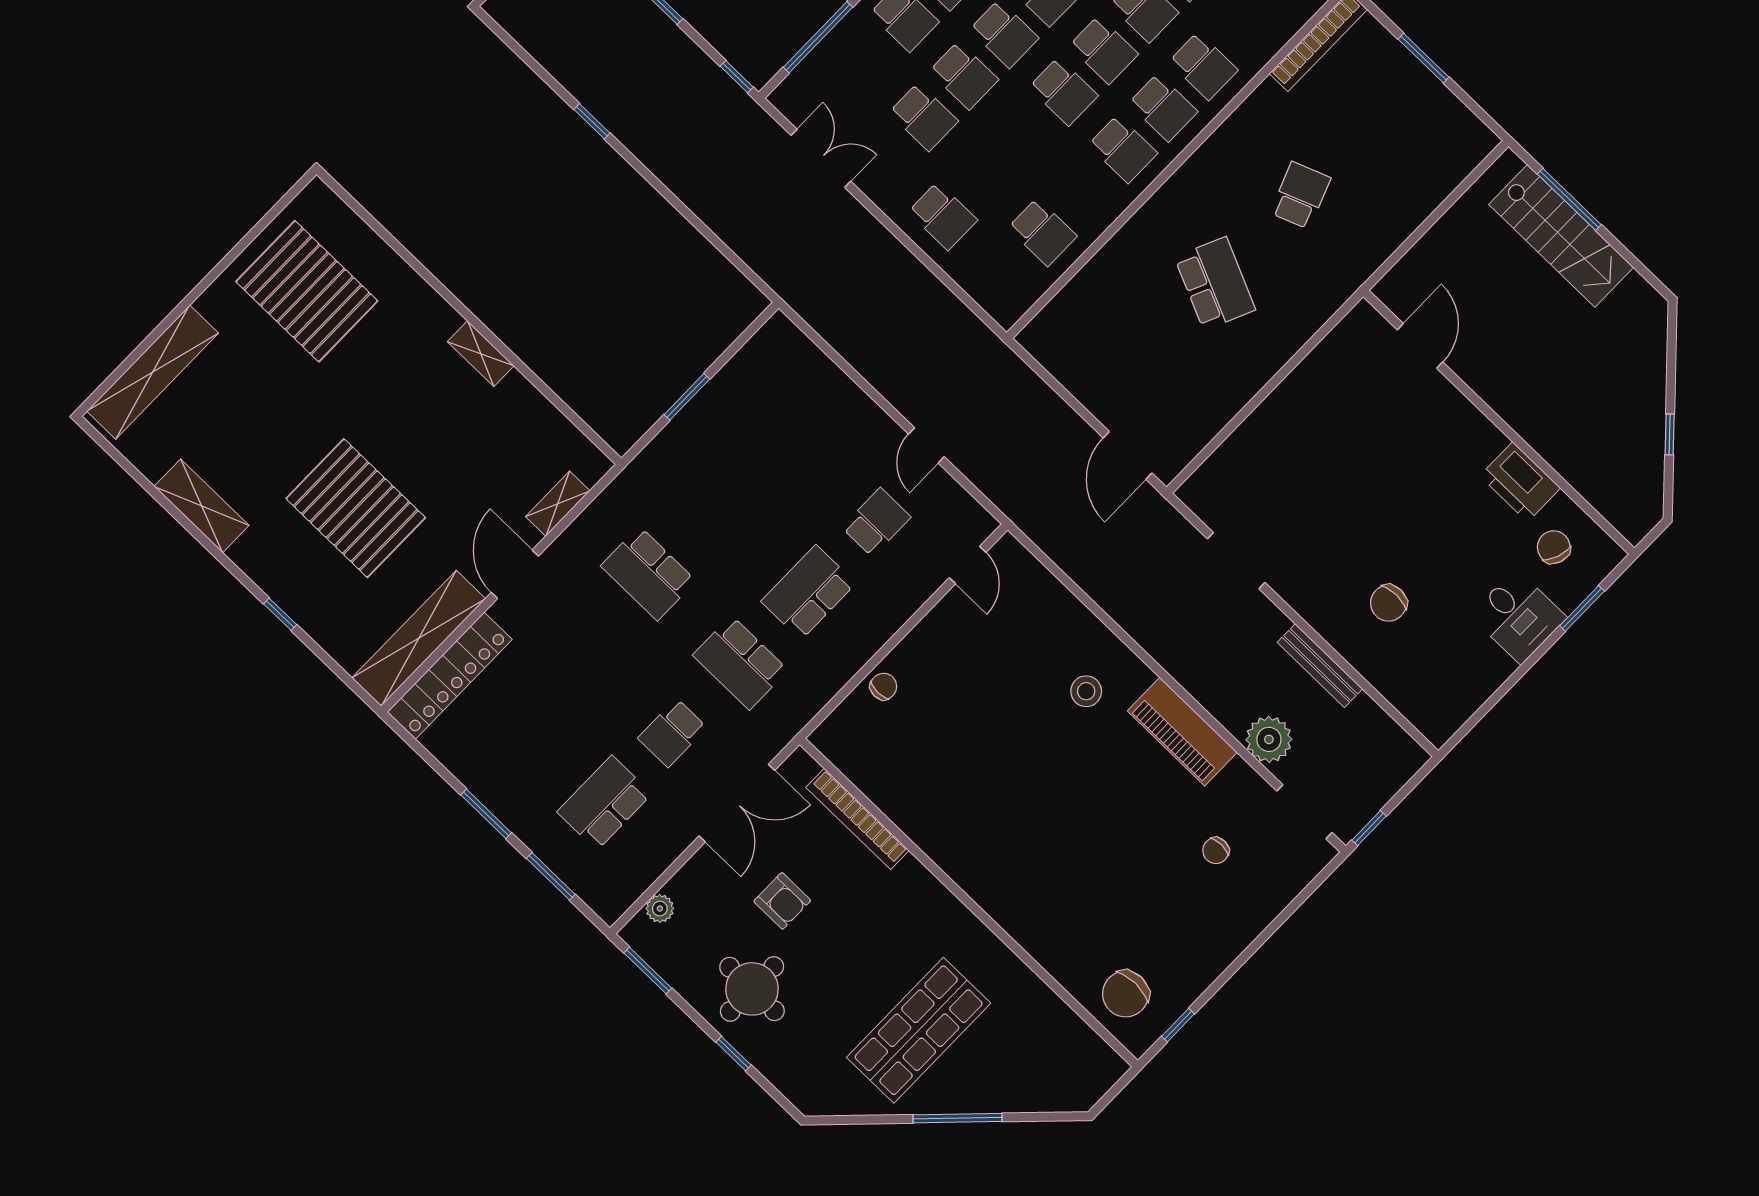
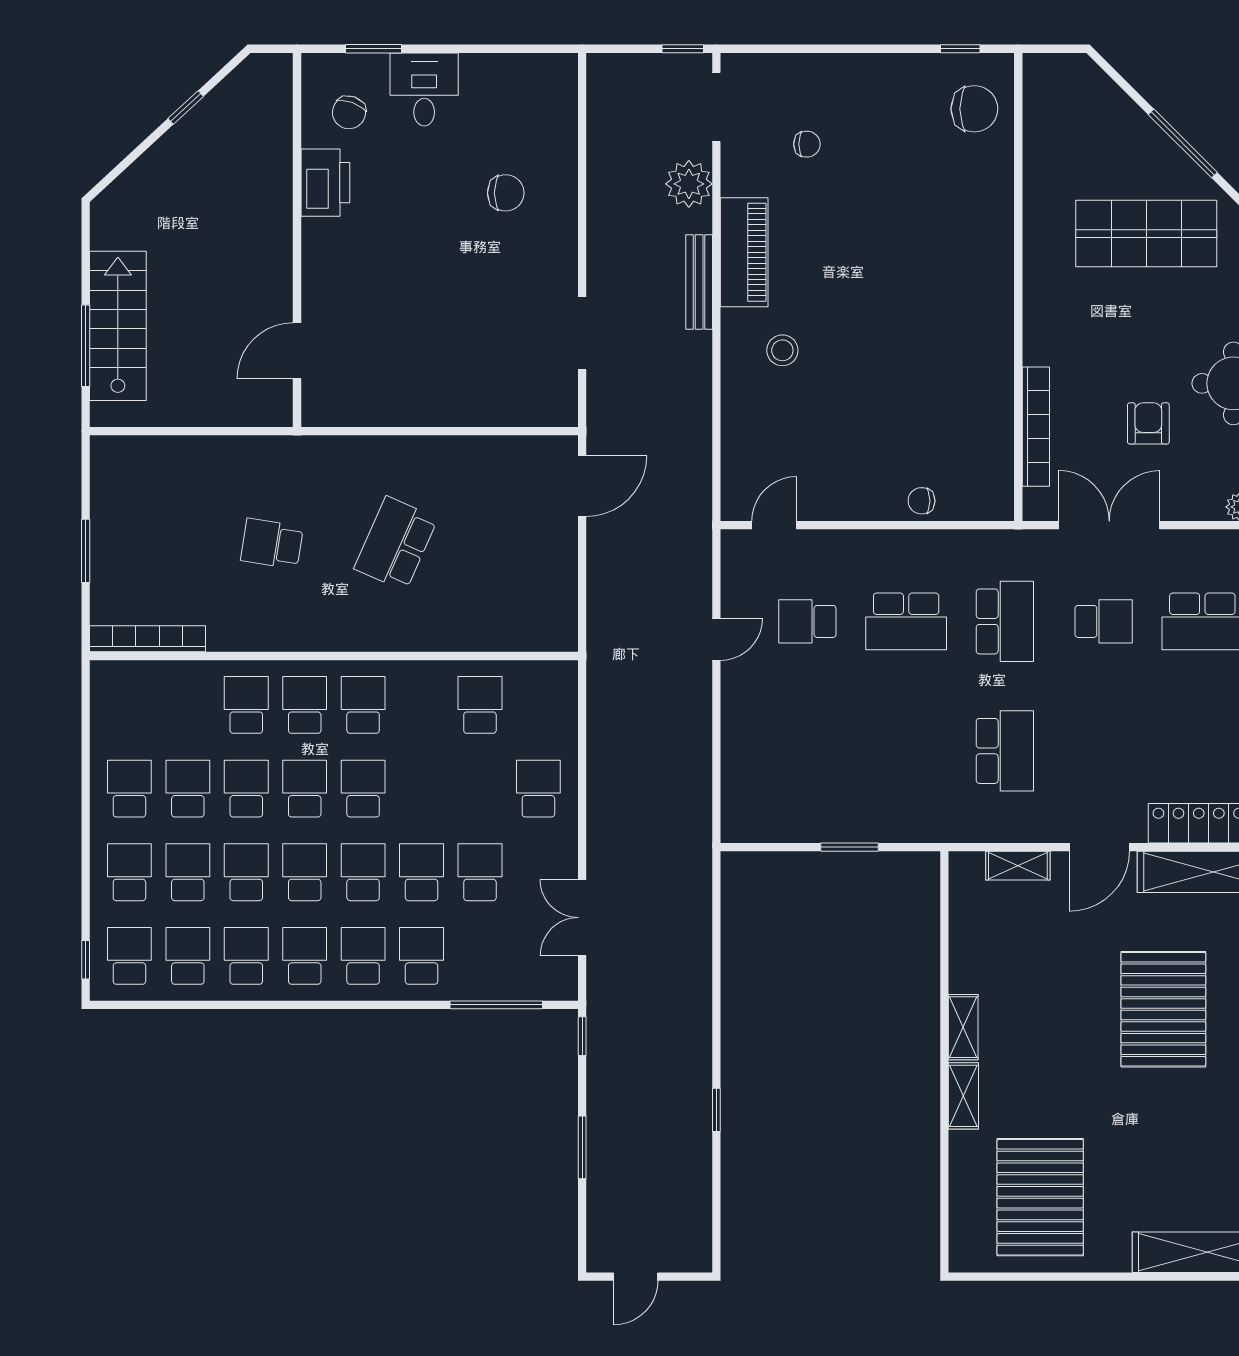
school desk: (1300, 195) -> (272, 544), turned 30
shelving: (432, 306) -> (963, 1096), added
bench: (1320, 666) -> (699, 282), moved

